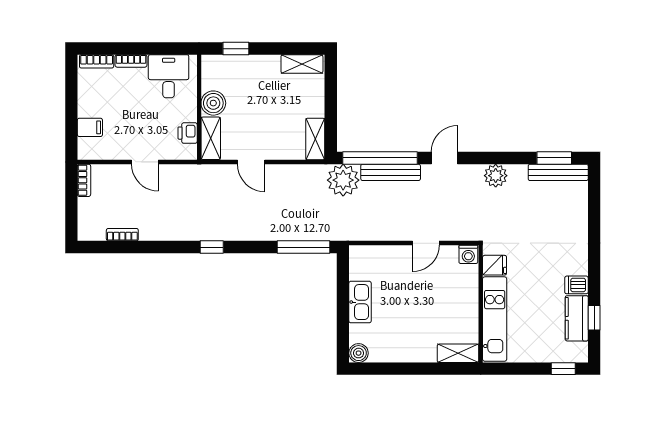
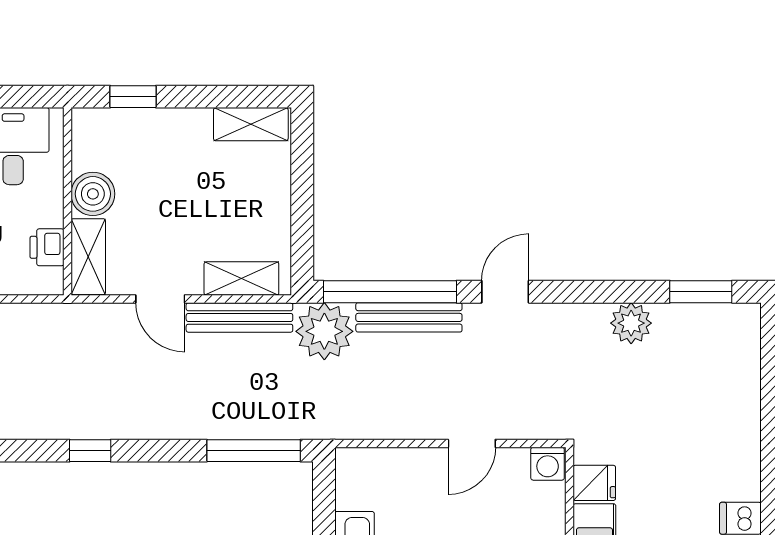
shelving: (315, 139) -> (241, 279), moved, turned 90
bench: (558, 172) -> (239, 317), moved
plant: (496, 176) -> (631, 323), moved

